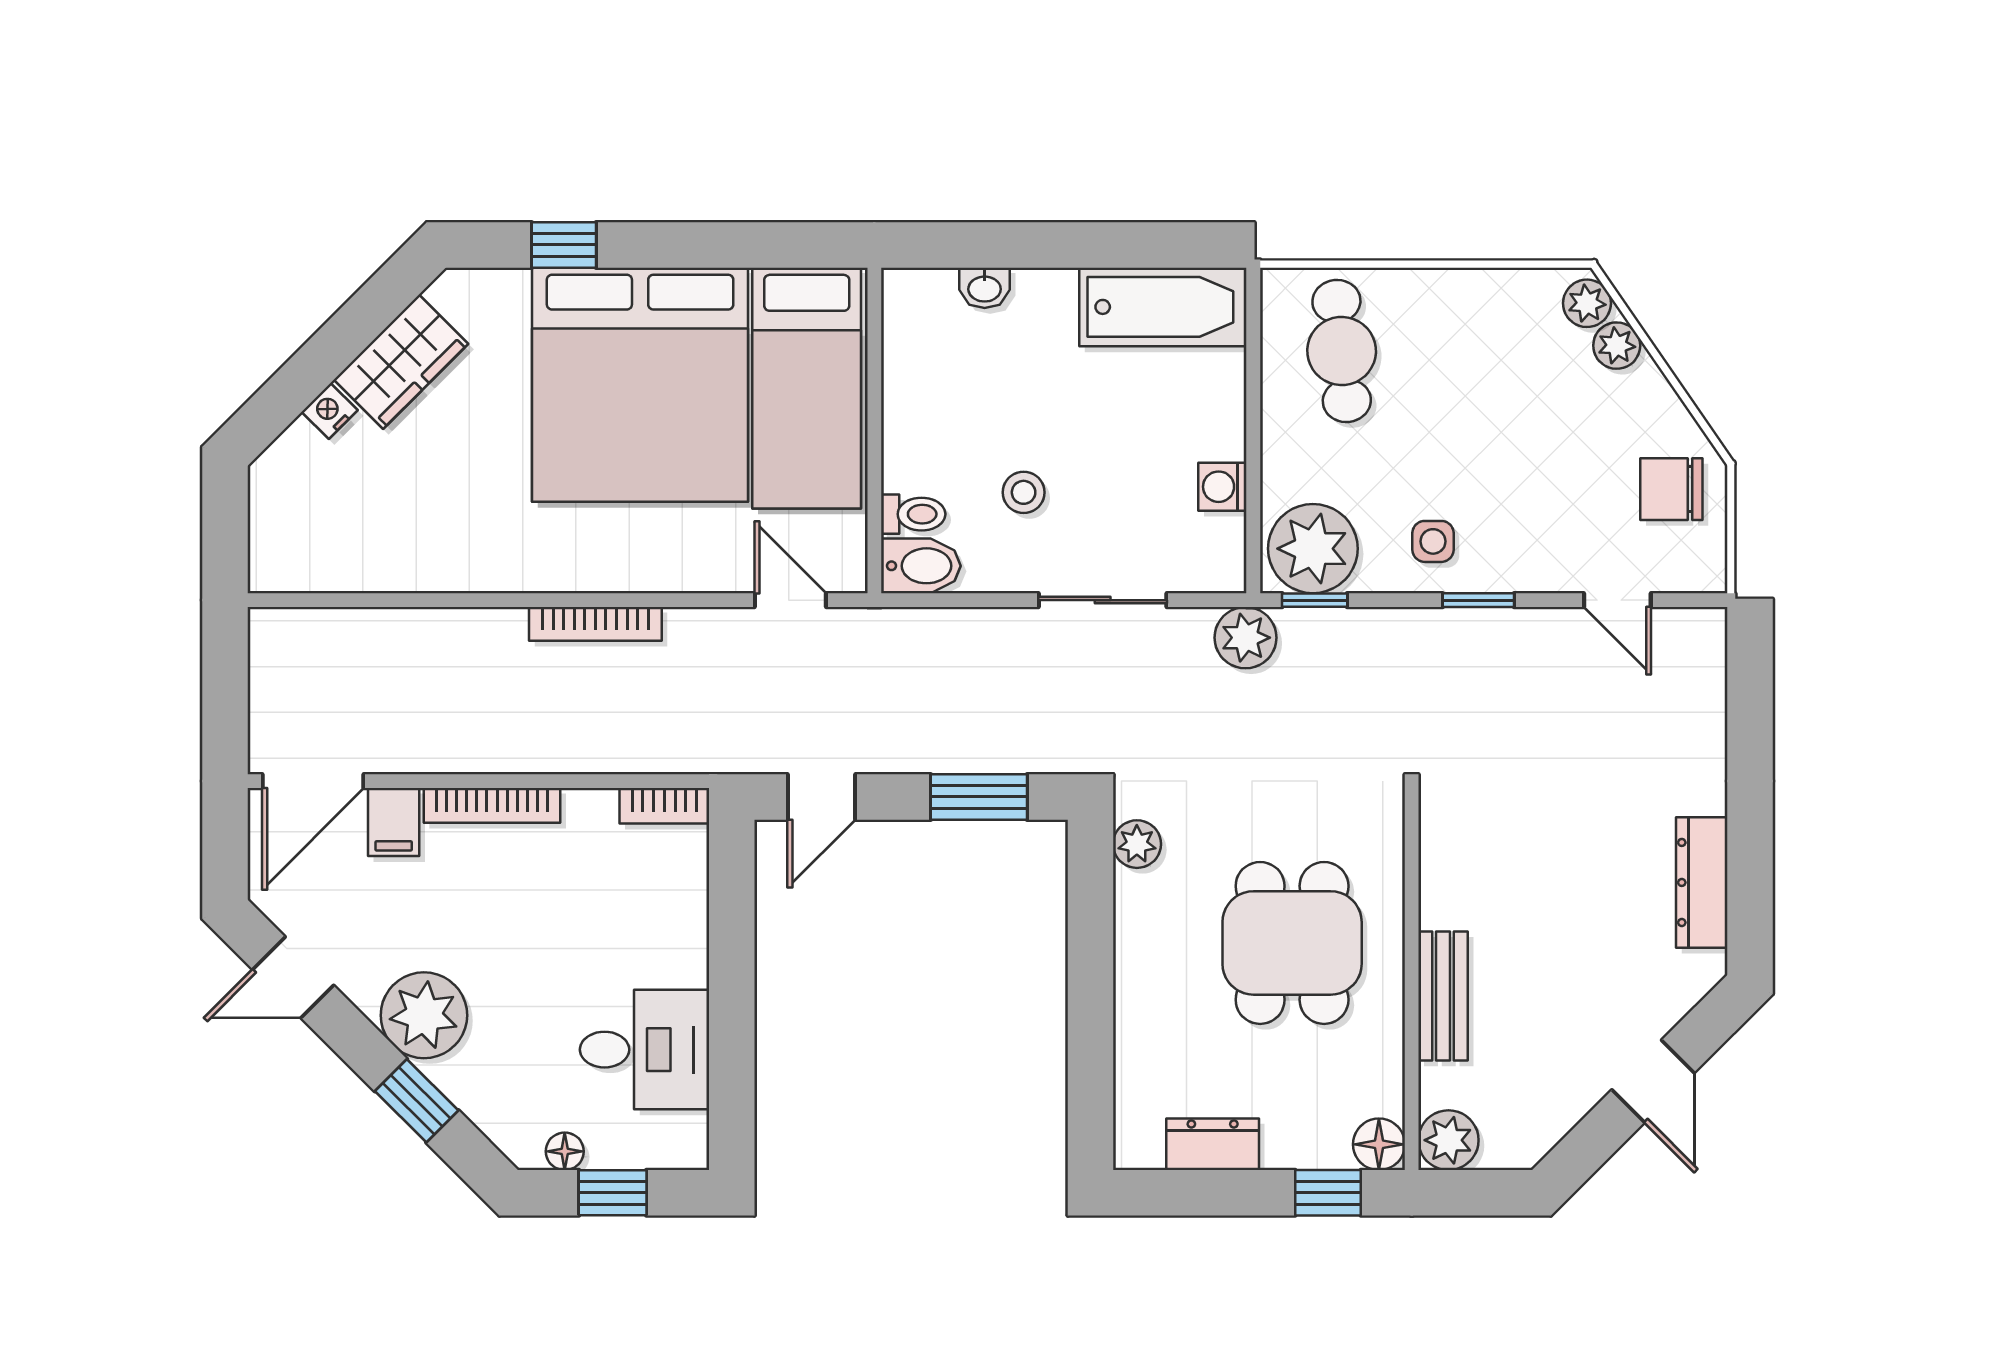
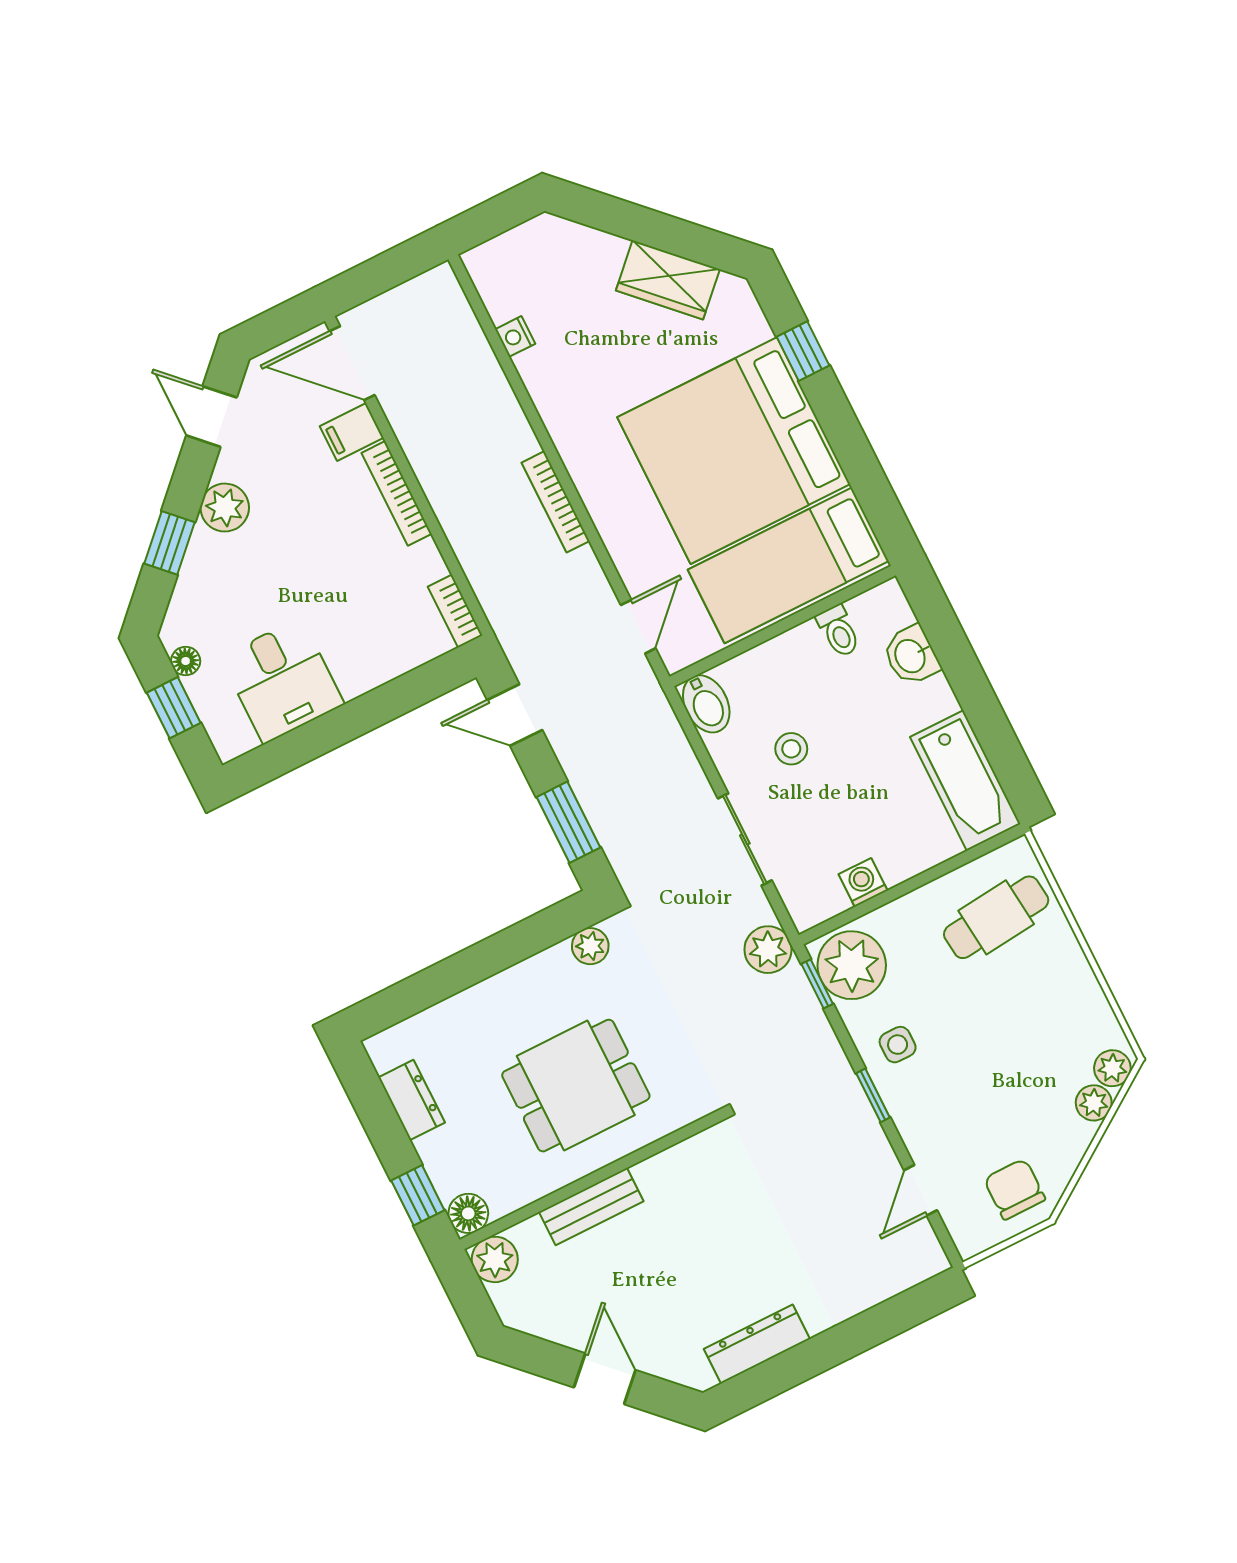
washbasin: (985, 288) -> (911, 656), width x1.38, depth x1.45
nightstand: (330, 411) -> (515, 336), moved, turned -135
toilet: (913, 514) -> (838, 631), moved
plant: (424, 1015) -> (225, 508), width x0.73, depth x0.73
door: (1653, 1081) -> (605, 1379), swing flipped

